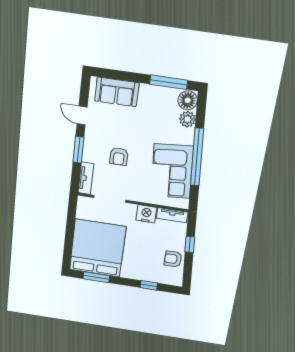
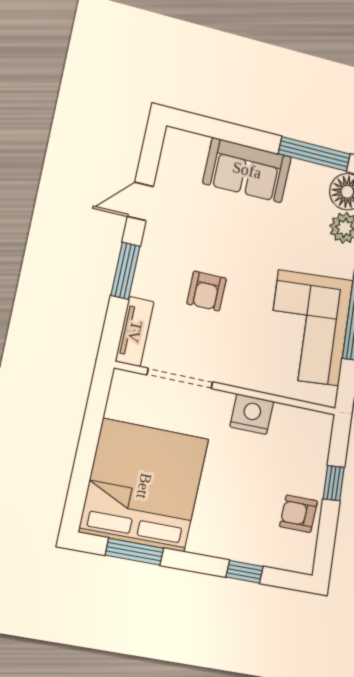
sofa: (117, 92) -> (247, 170), moved
door: (82, 115) -> (140, 202), hinge flipped
tv unit: (172, 215) -> (303, 419), removed

